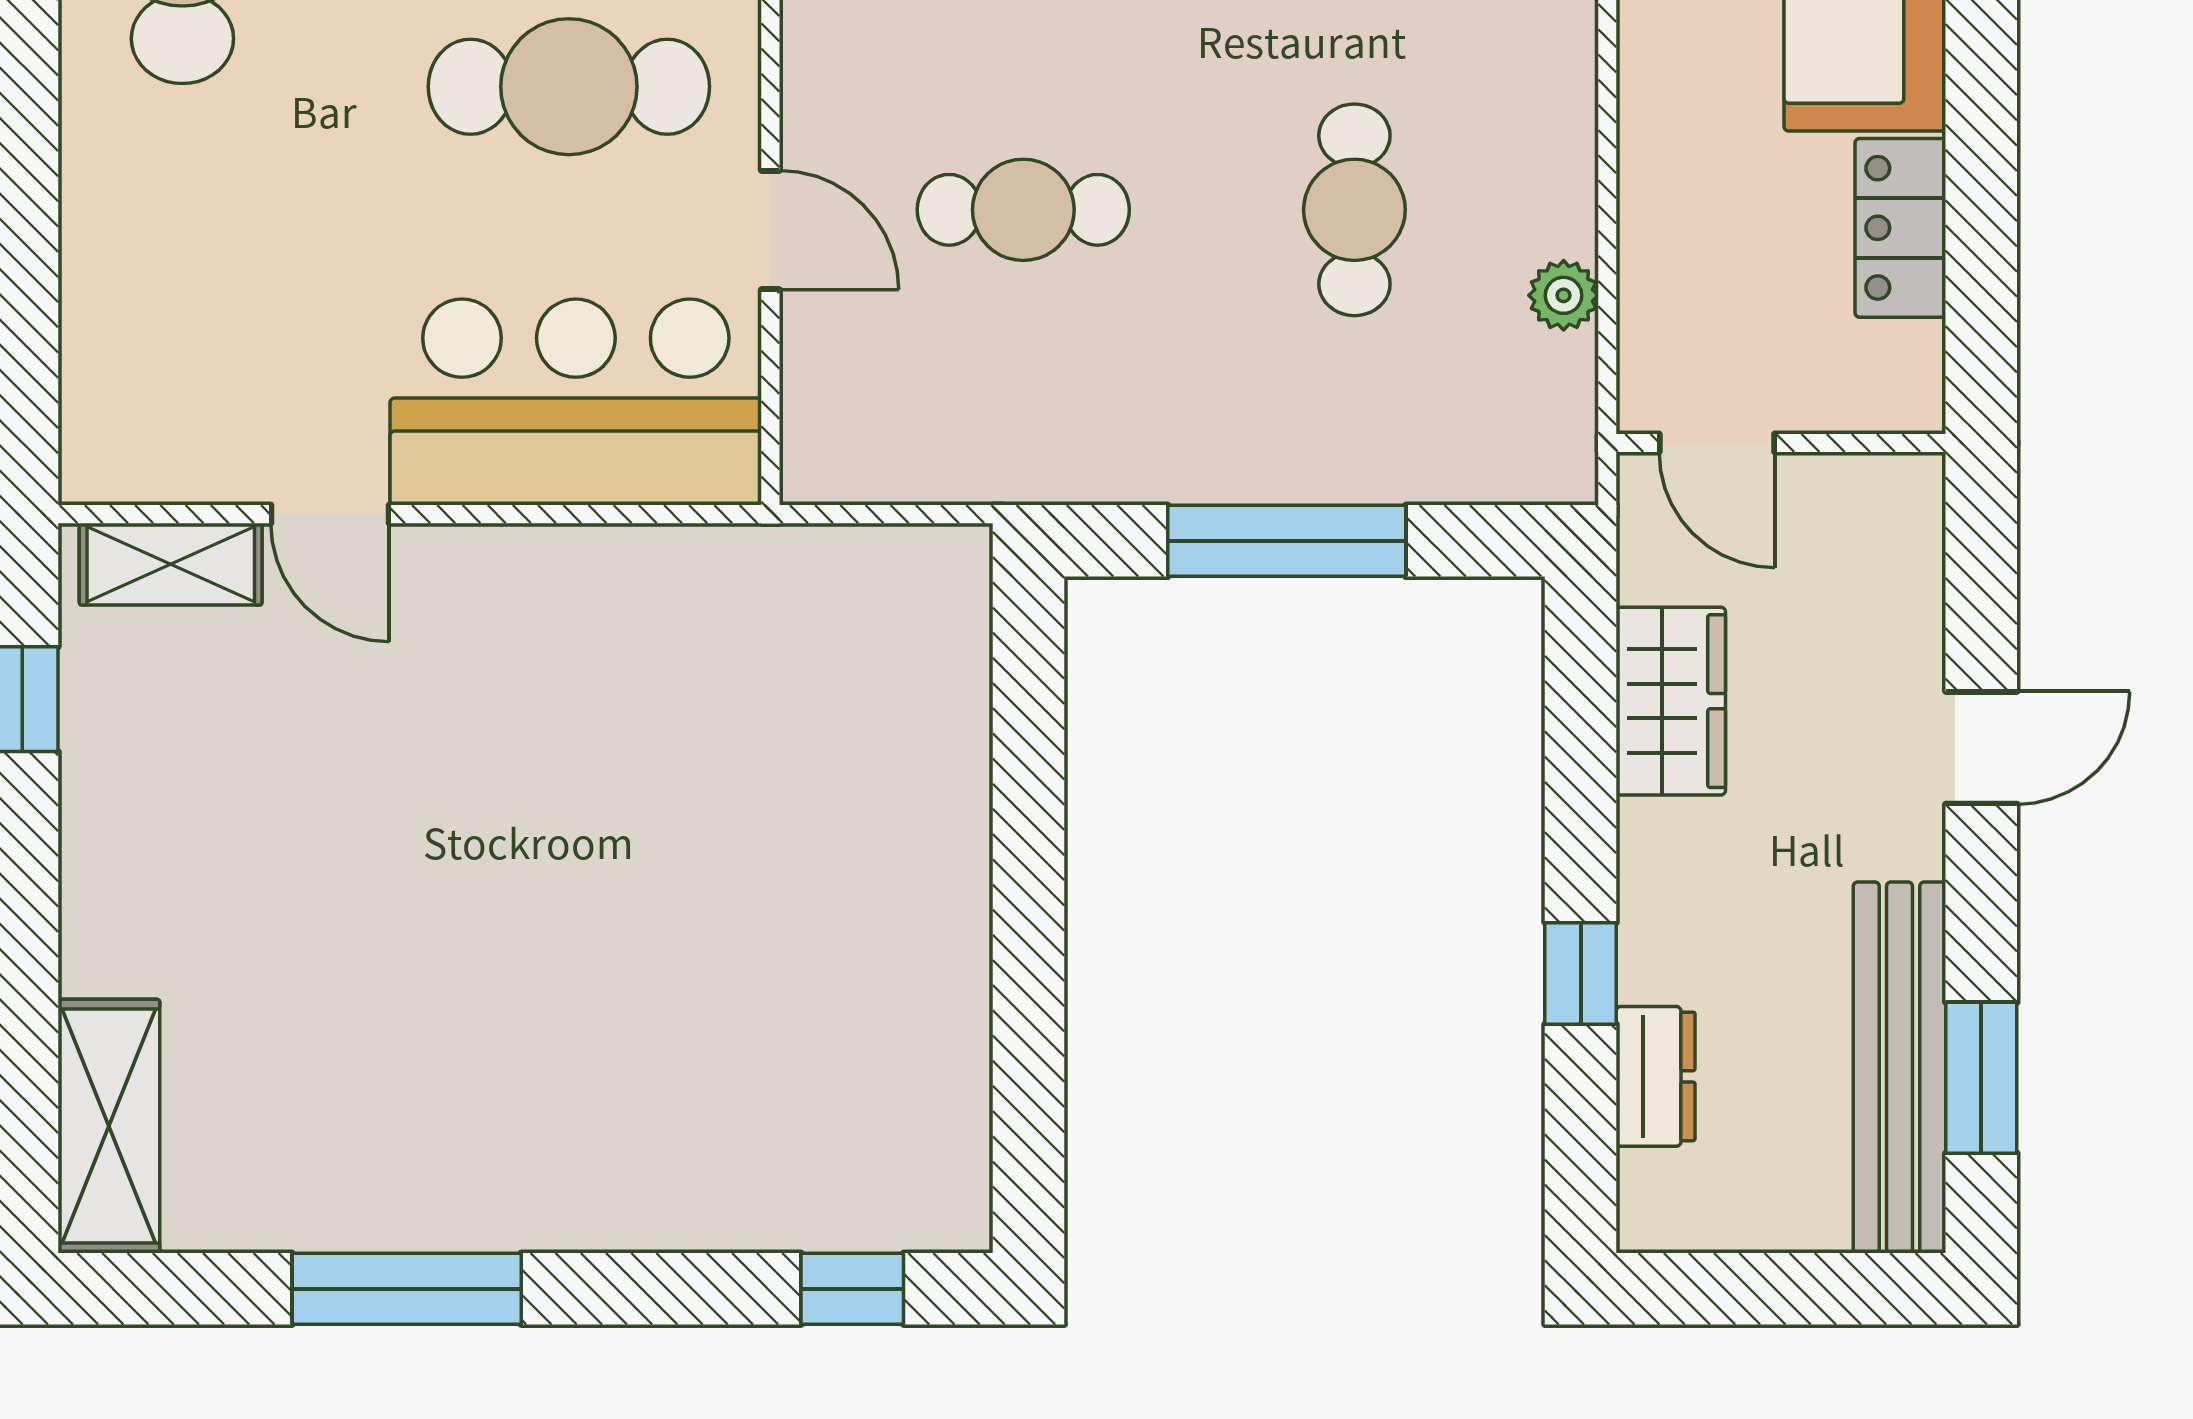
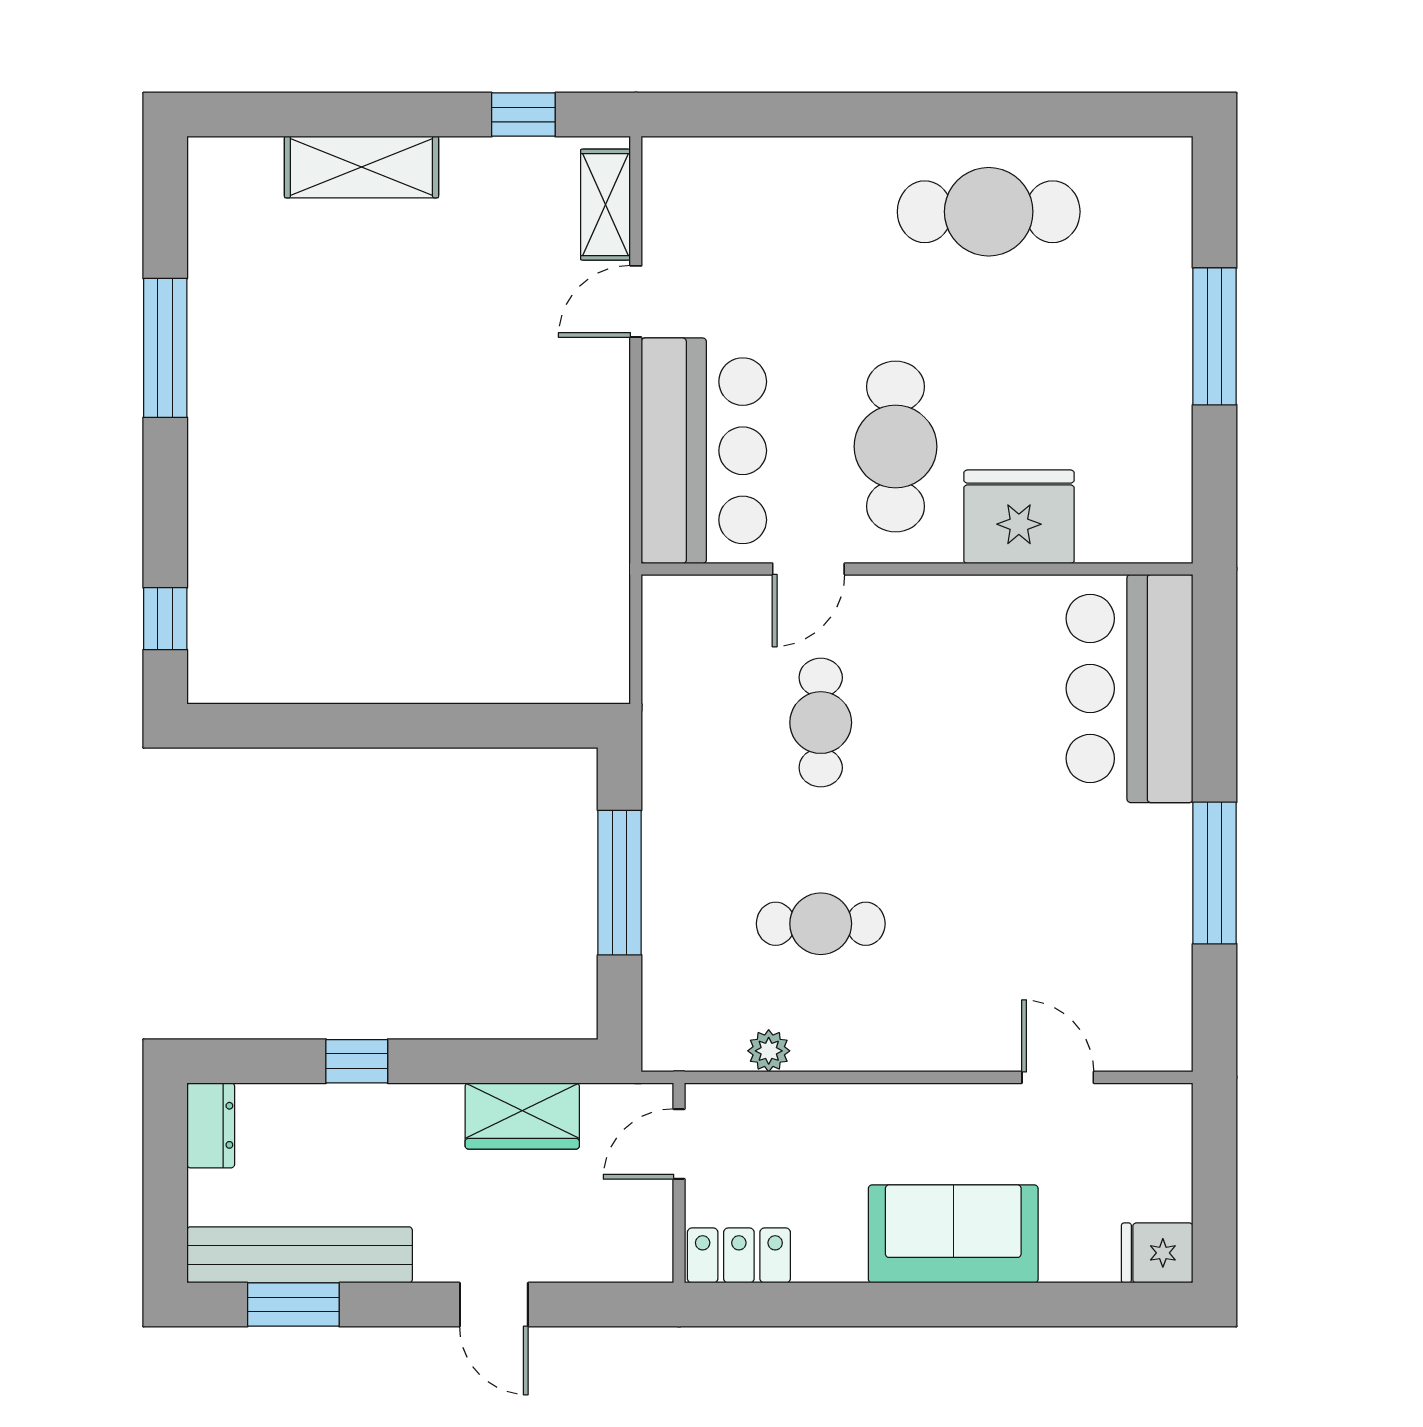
locker: (1900, 228) -> (739, 1255), moved
dresser: (1656, 1076) -> (211, 1125), moved, turned -90
shelving: (109, 1126) -> (361, 167), moved

